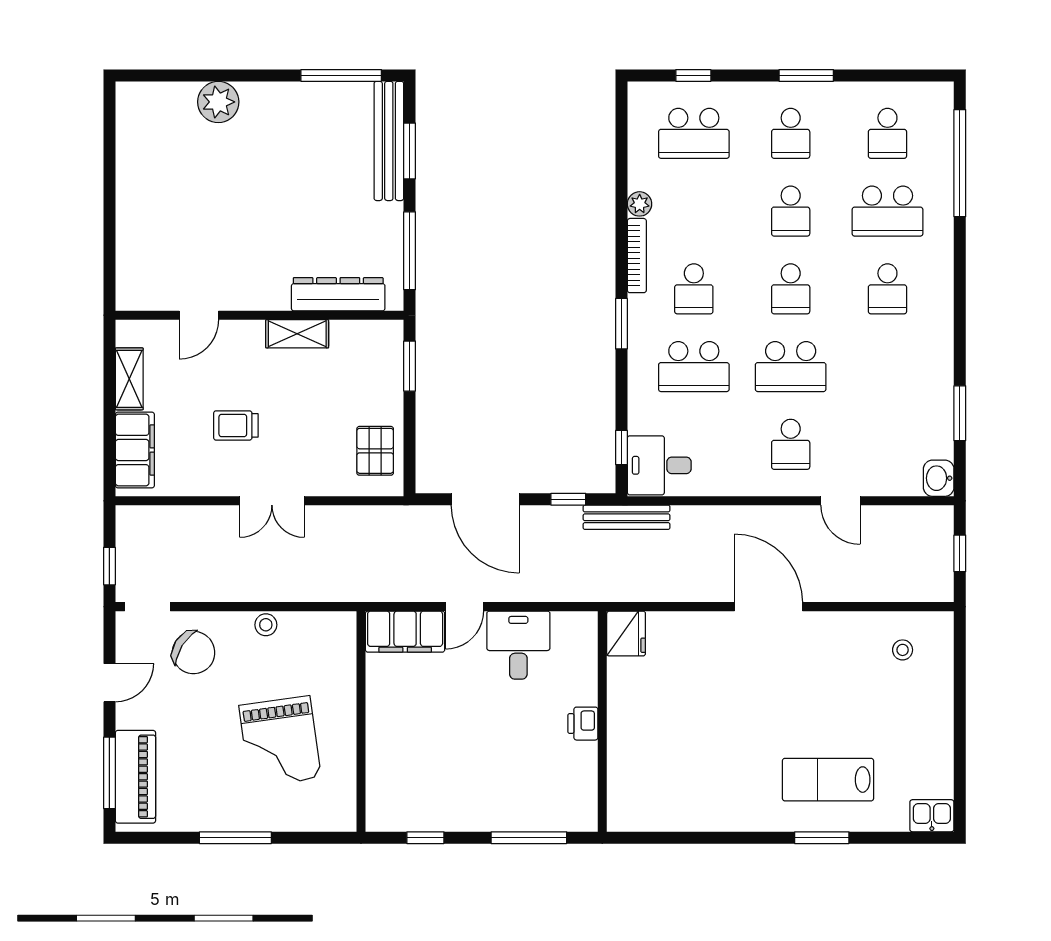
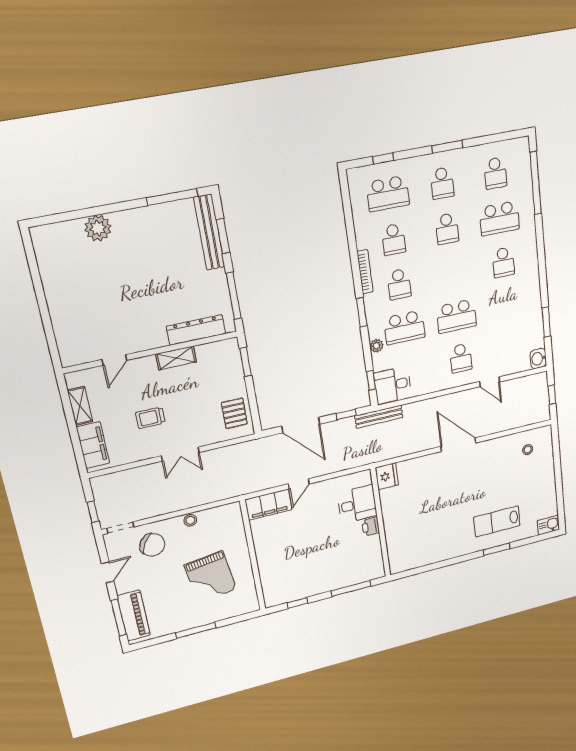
plant: (640, 204) -> (376, 346), moved
school desk: (791, 289) -> (394, 240), moved
desk: (518, 645) -> (357, 504), moved, turned 90

